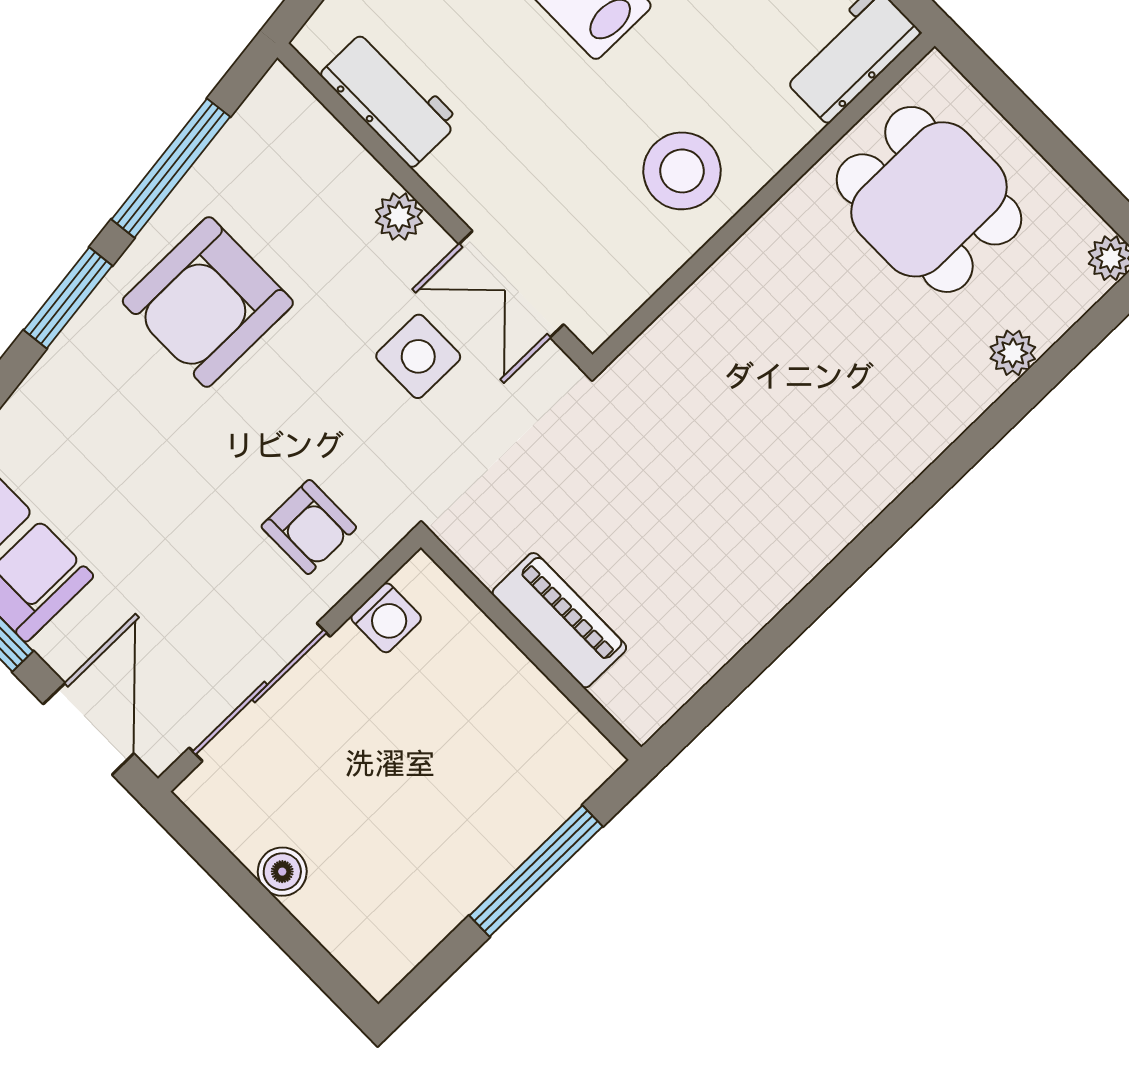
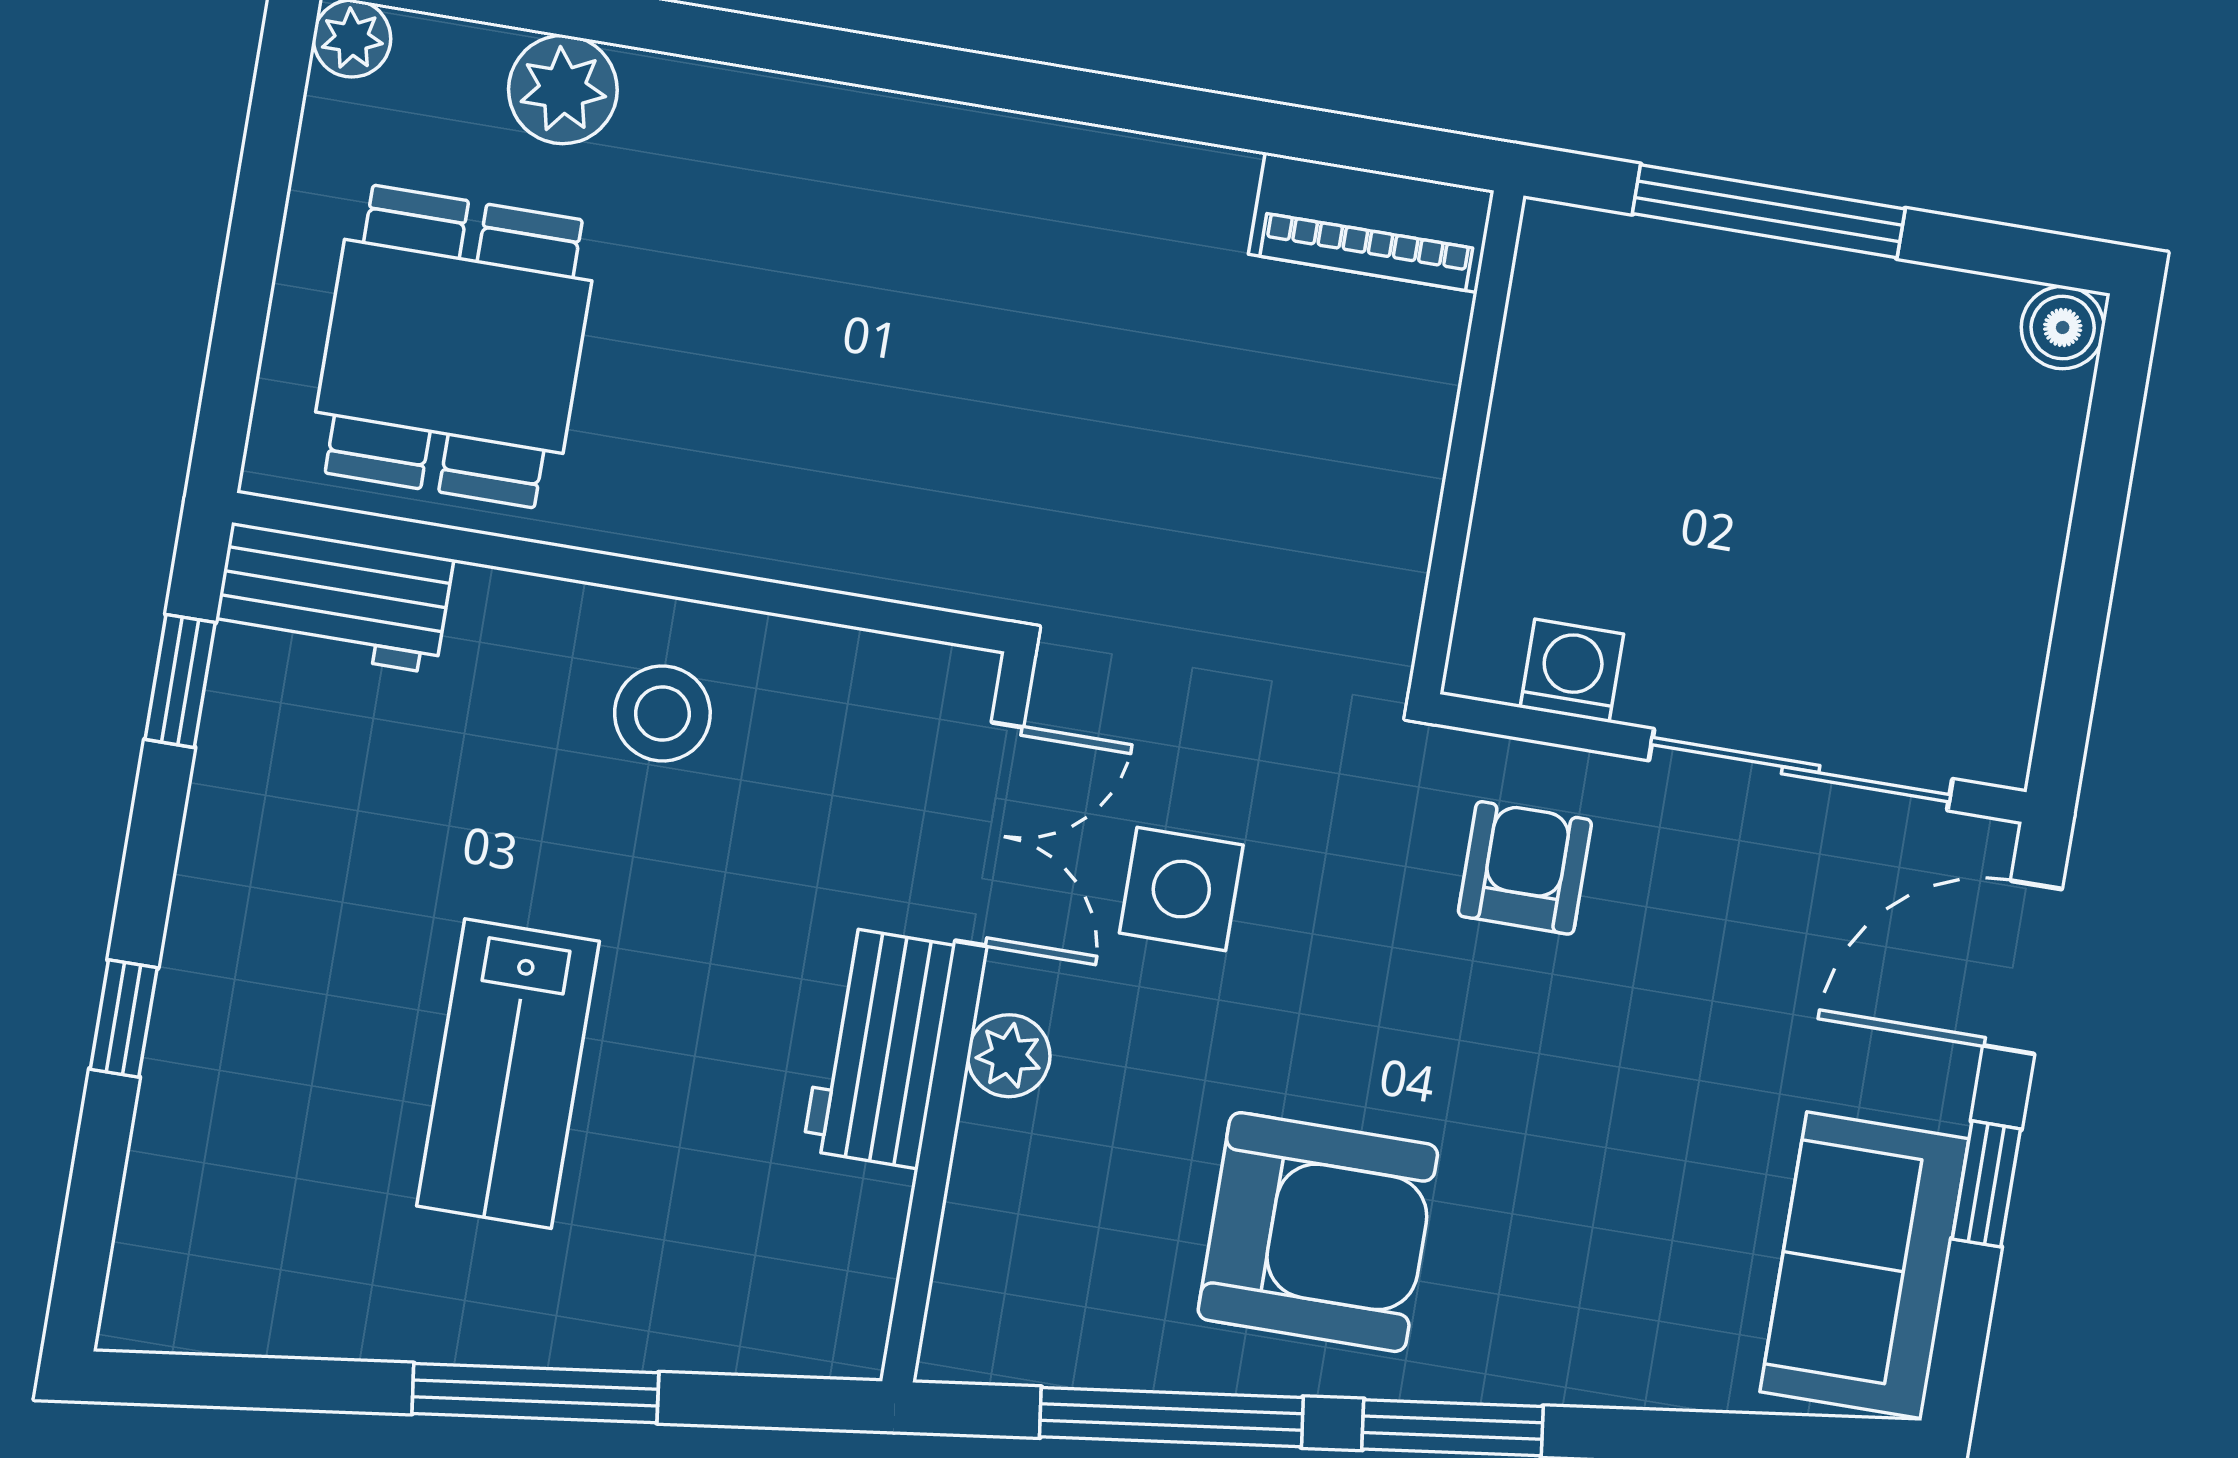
workbench: (390, 98) -> (879, 1048), moved
stool: (682, 171) -> (662, 714), width x0.73, depth x0.73
plant: (1013, 353) -> (563, 90), width x1.38, depth x1.38
piano: (559, 620) -> (1371, 222), moved, turned -90
boiler: (282, 872) -> (2063, 327), moved

